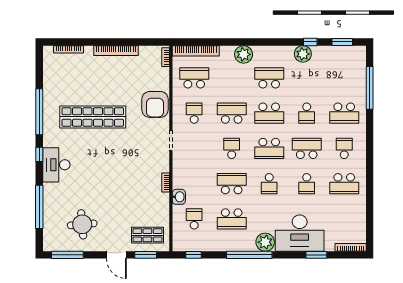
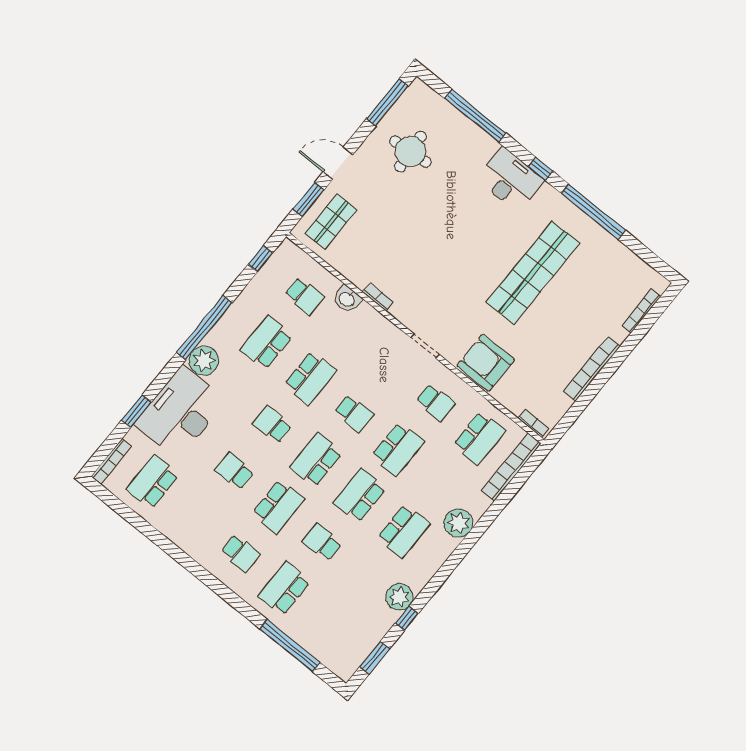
school desk: (344, 184) -> (153, 482), moved

